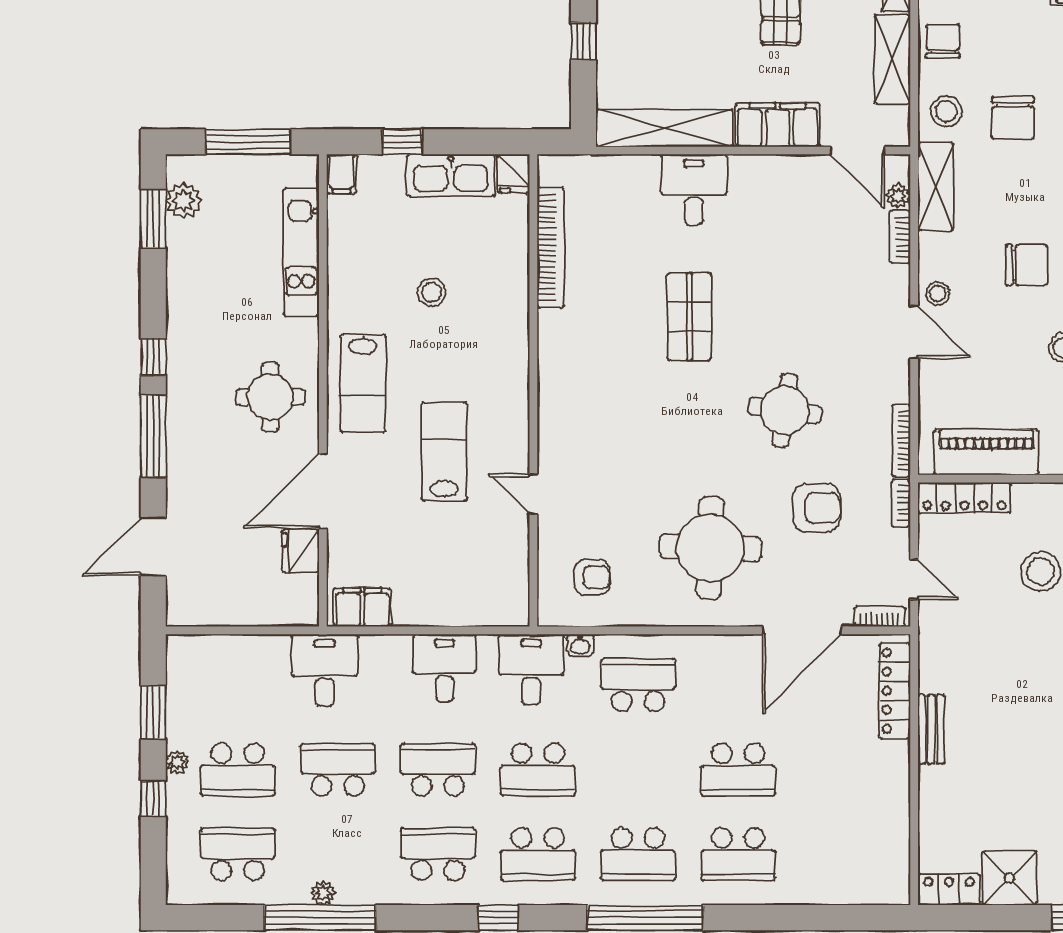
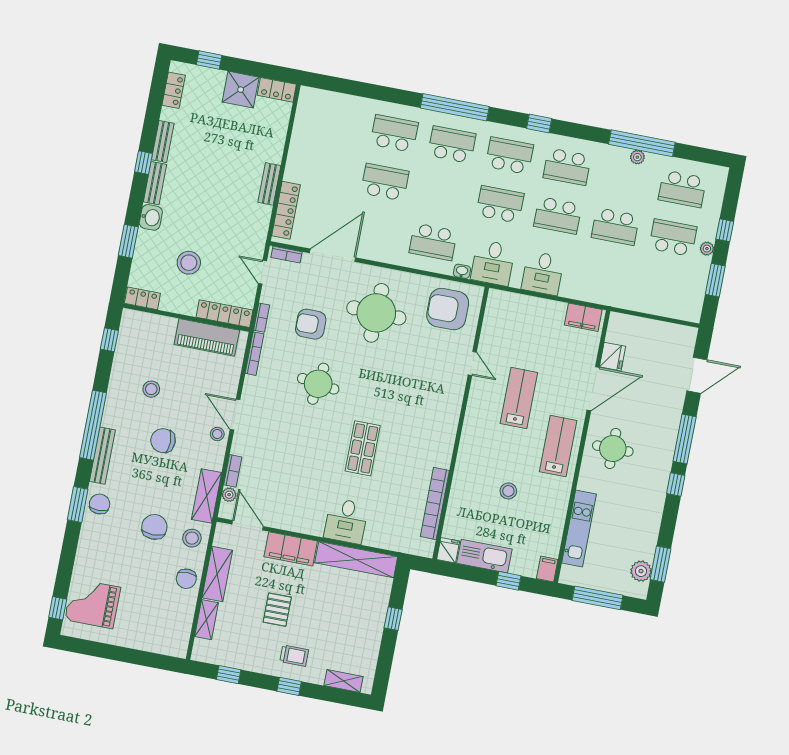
lab bench: (444, 451) -> (519, 398), turned 180
armchair: (592, 577) -> (448, 309), width x1.88, depth x1.88
desk: (325, 670) -> (612, 285), removed

